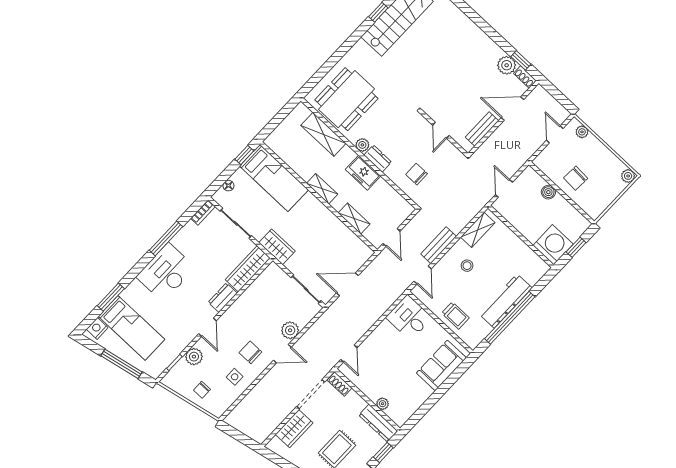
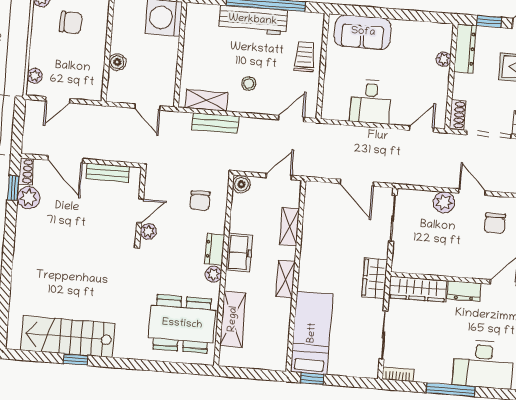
plant: (423, 125) -> (148, 231), added
chair: (576, 178) -> (71, 23), moved
floor lamp: (228, 186) -> (353, 370), removed
door: (504, 188) -> (148, 107), hinge flipped
boiler: (406, 209) -> (241, 184), added
bench: (439, 245) -> (215, 123), moved
desk: (409, 318) -> (371, 102), moved

